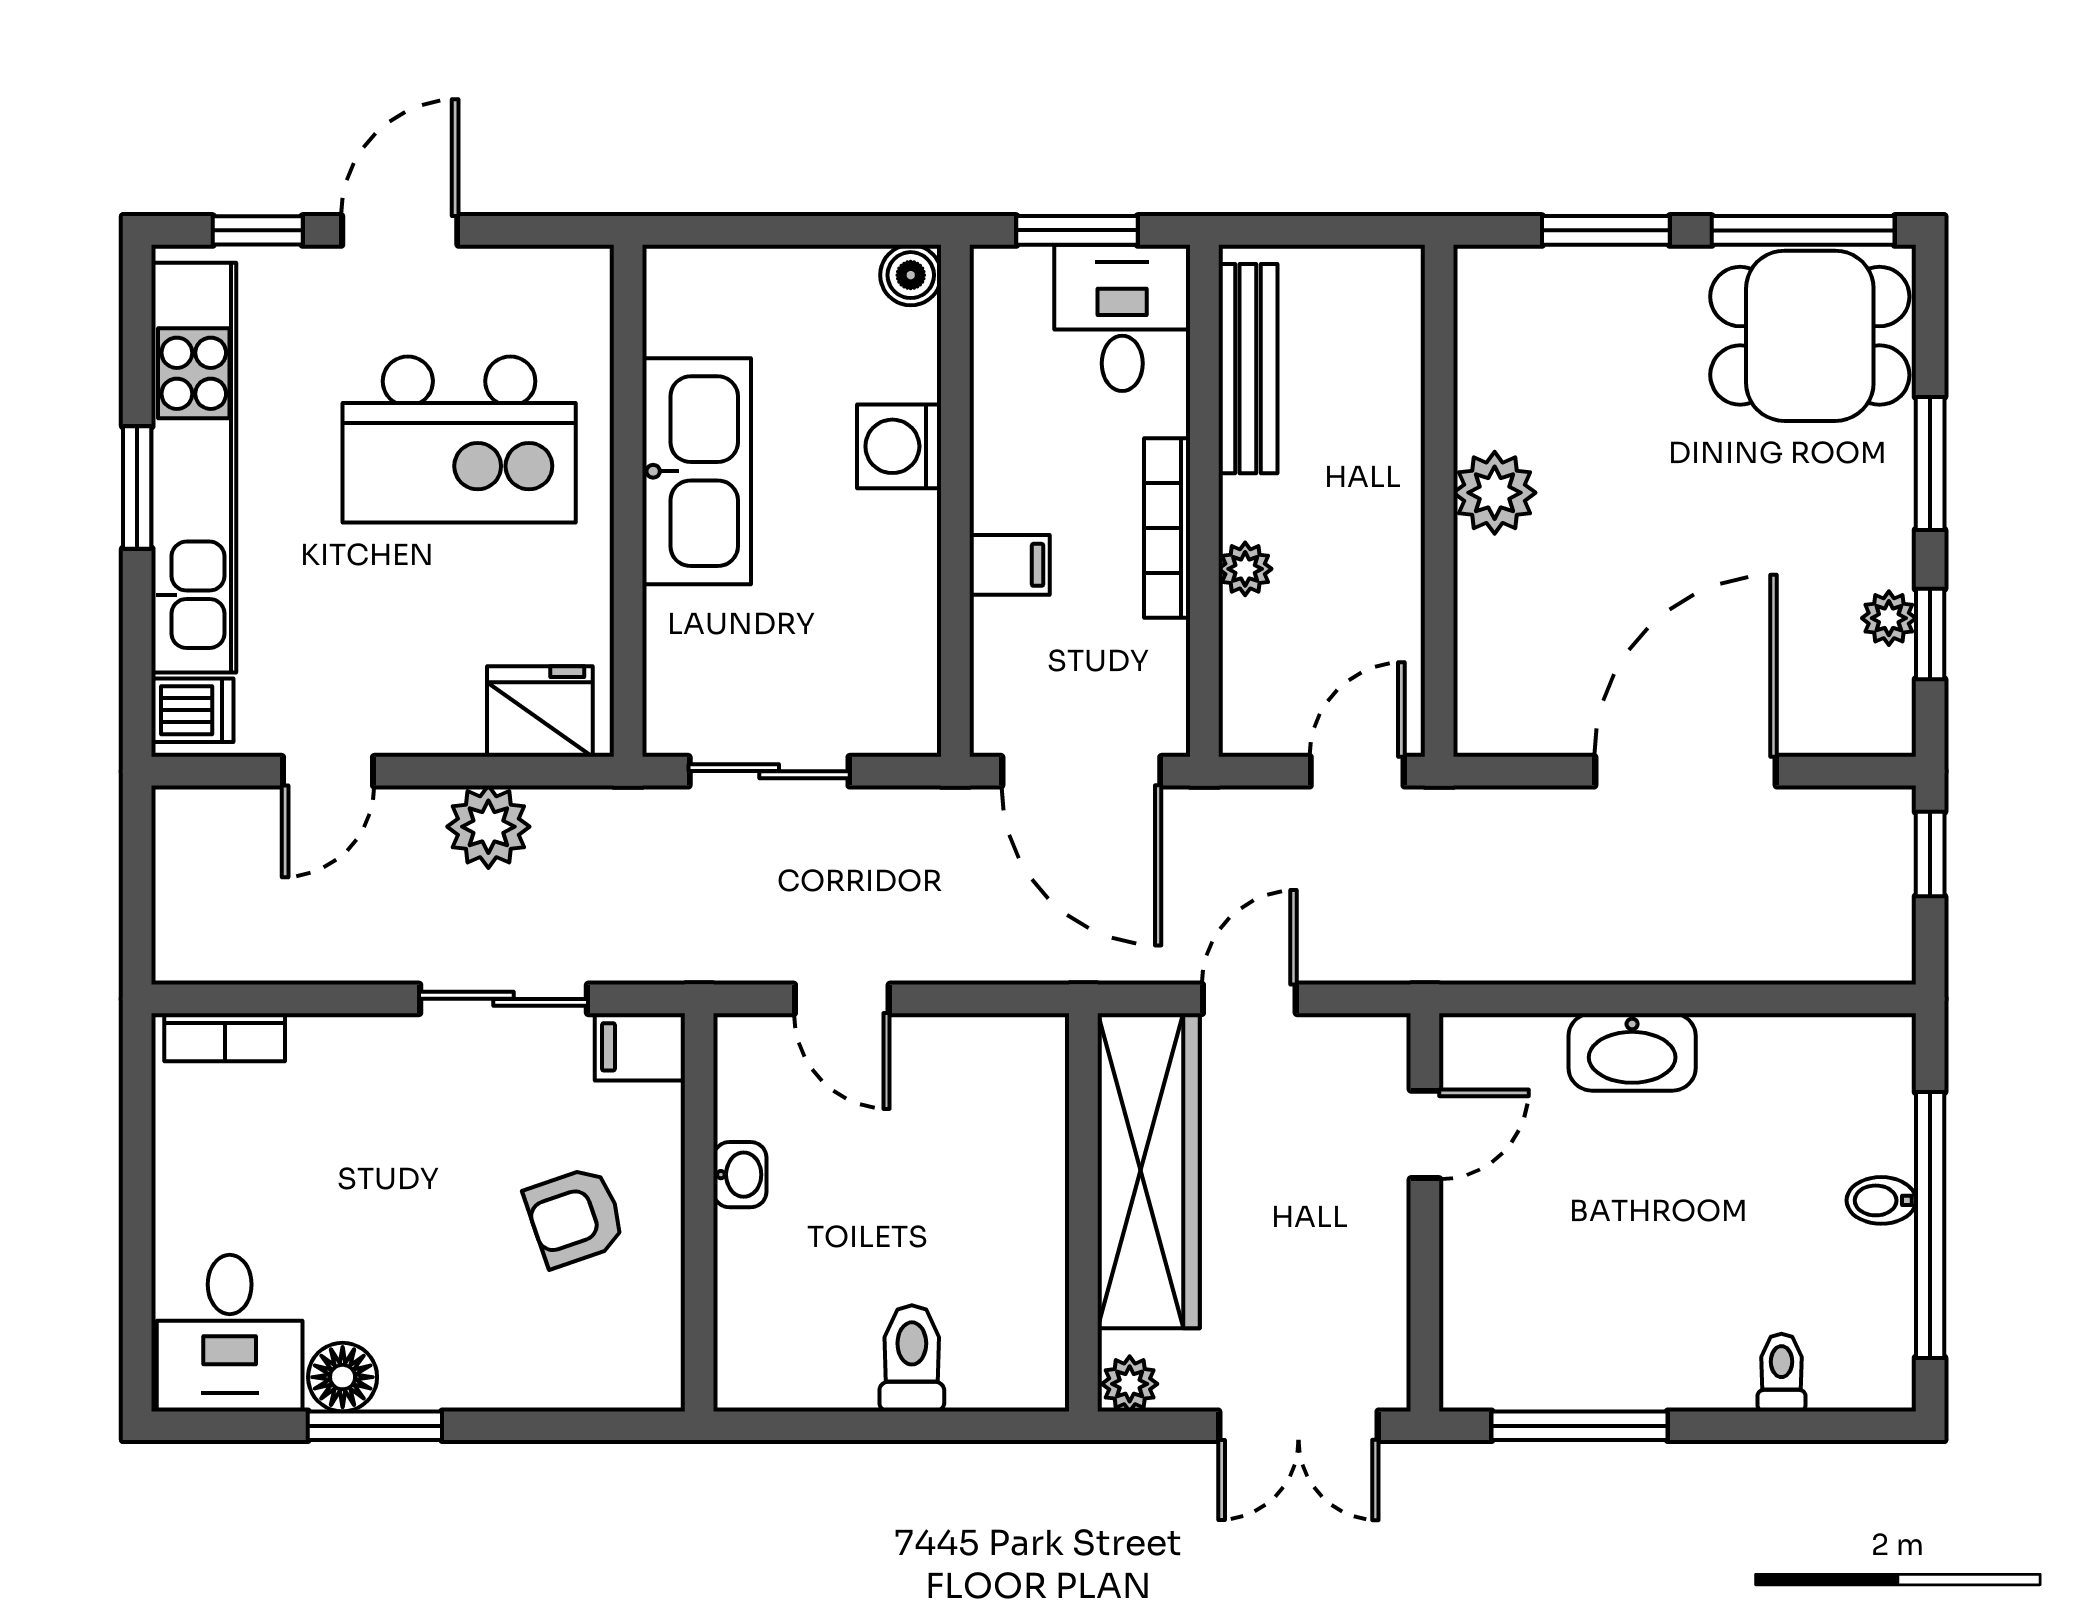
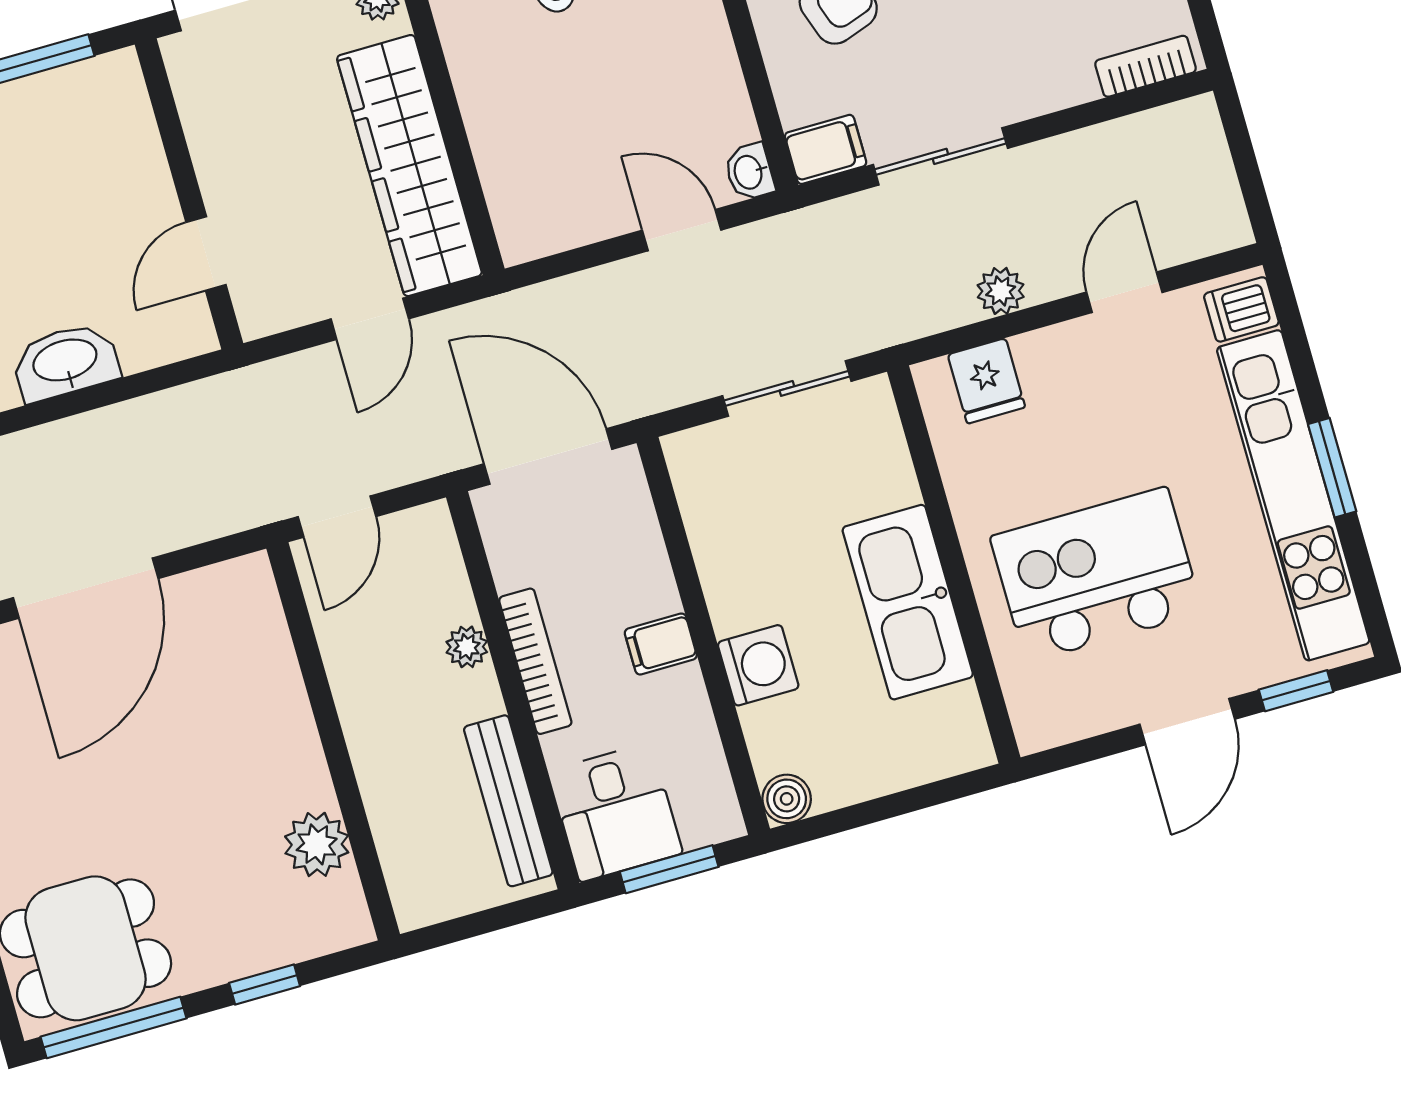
window: (1606, 230) -> (265, 984), width x0.67
plant: (1495, 493) -> (317, 844), moved
filing cabinet: (1010, 565) -> (661, 644), moved
fridge: (540, 712) -> (986, 381), width x0.72
plant: (488, 827) -> (1001, 291), width x0.73, depth x0.73
washbasin: (740, 1175) -> (749, 172), moved

